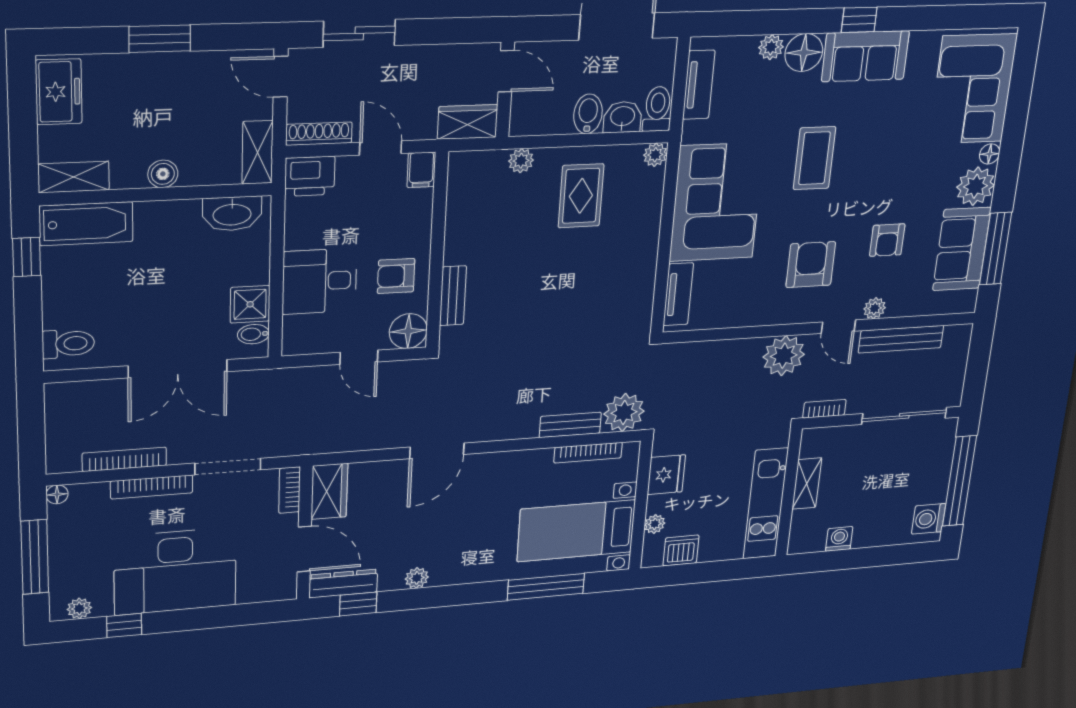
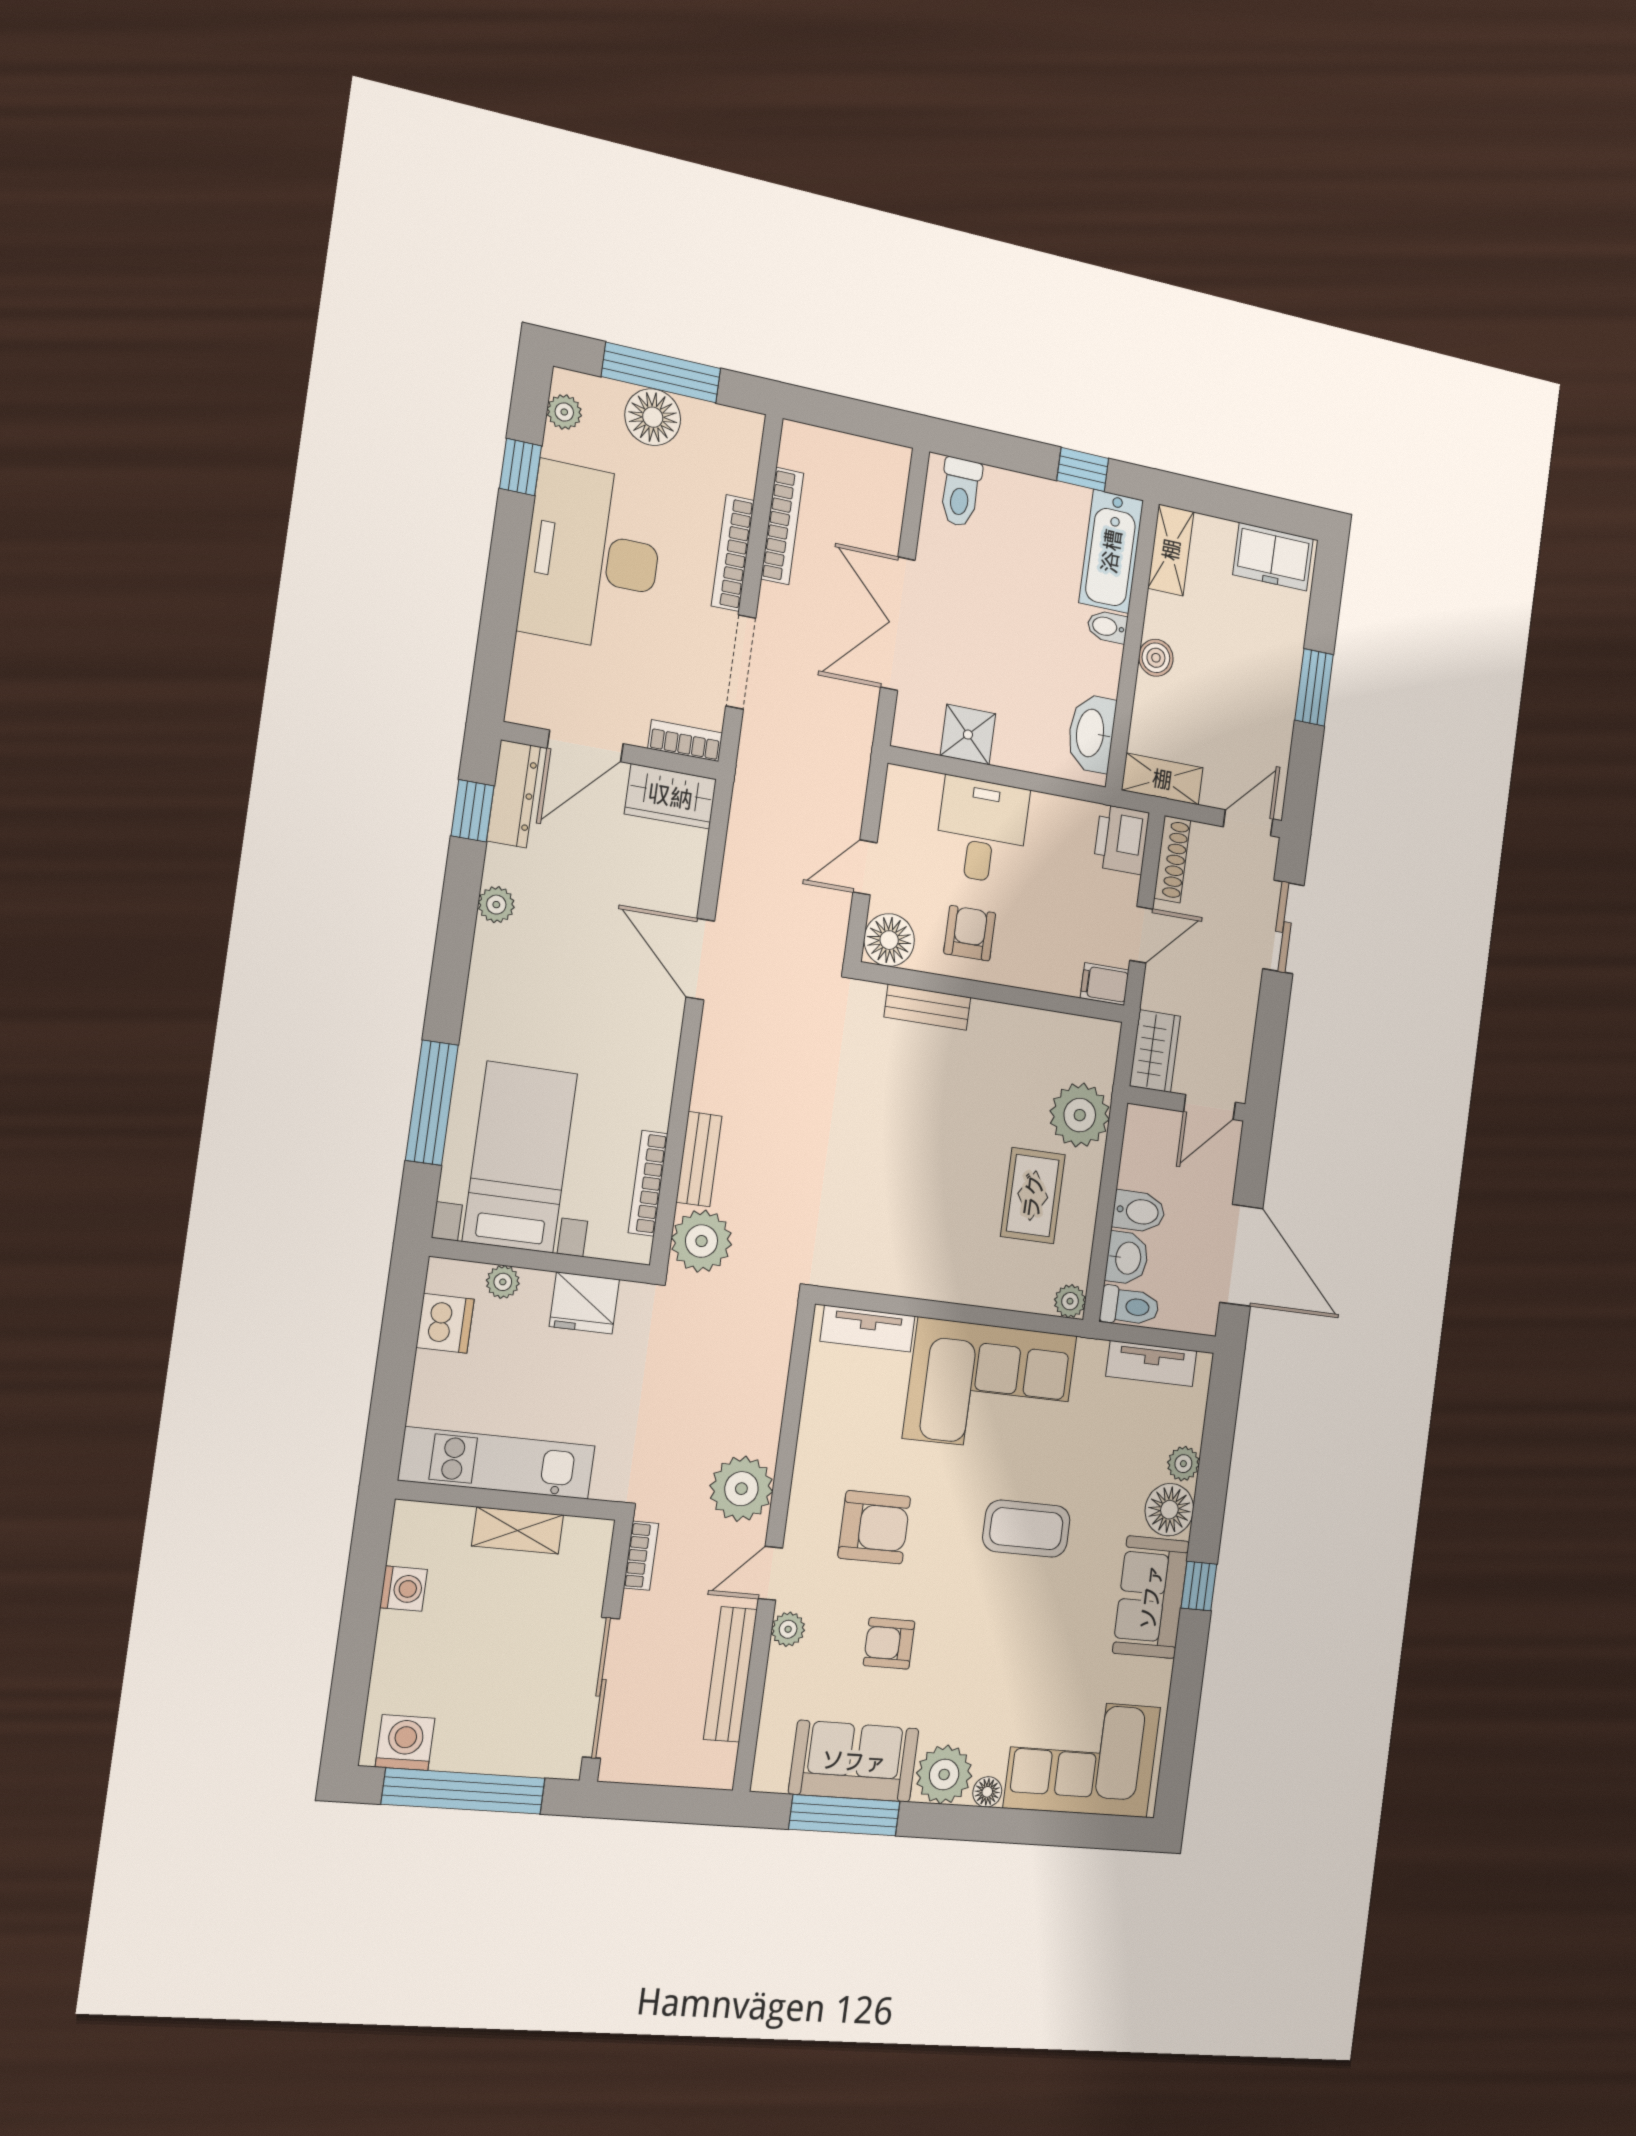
plant: (521, 161) -> (1080, 1115), width x1.88, depth x1.88
rug: (581, 196) -> (1033, 1196), turned 90
bidet: (253, 334) -> (1107, 627), moved, turned -90
floor lamp: (57, 494) -> (653, 417), moved, width x1.89, depth x1.89

